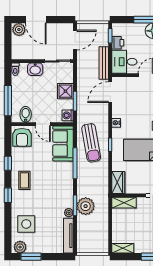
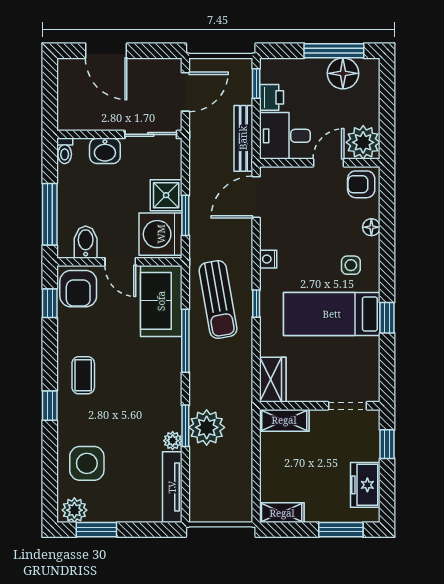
plant: (19, 30) -> (72, 71), removed
washing machine: (68, 115) -> (161, 234), width x1.89, depth x1.89
window: (8, 163) -> (50, 303), moved

